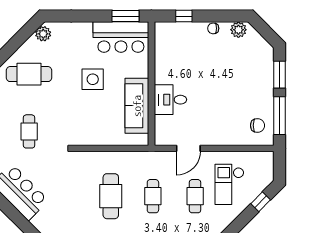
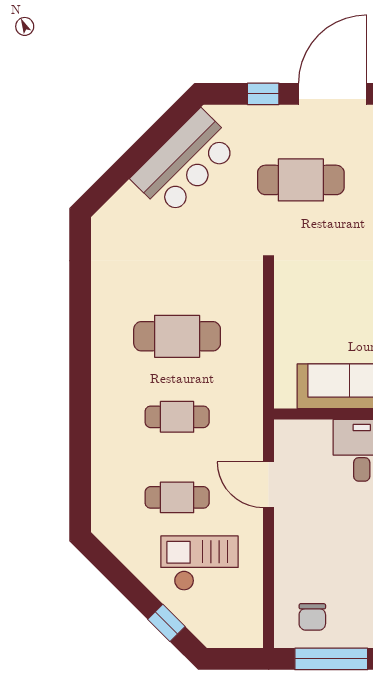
cafe table: (29, 131) -> (301, 180), width x1.37, depth x1.35

